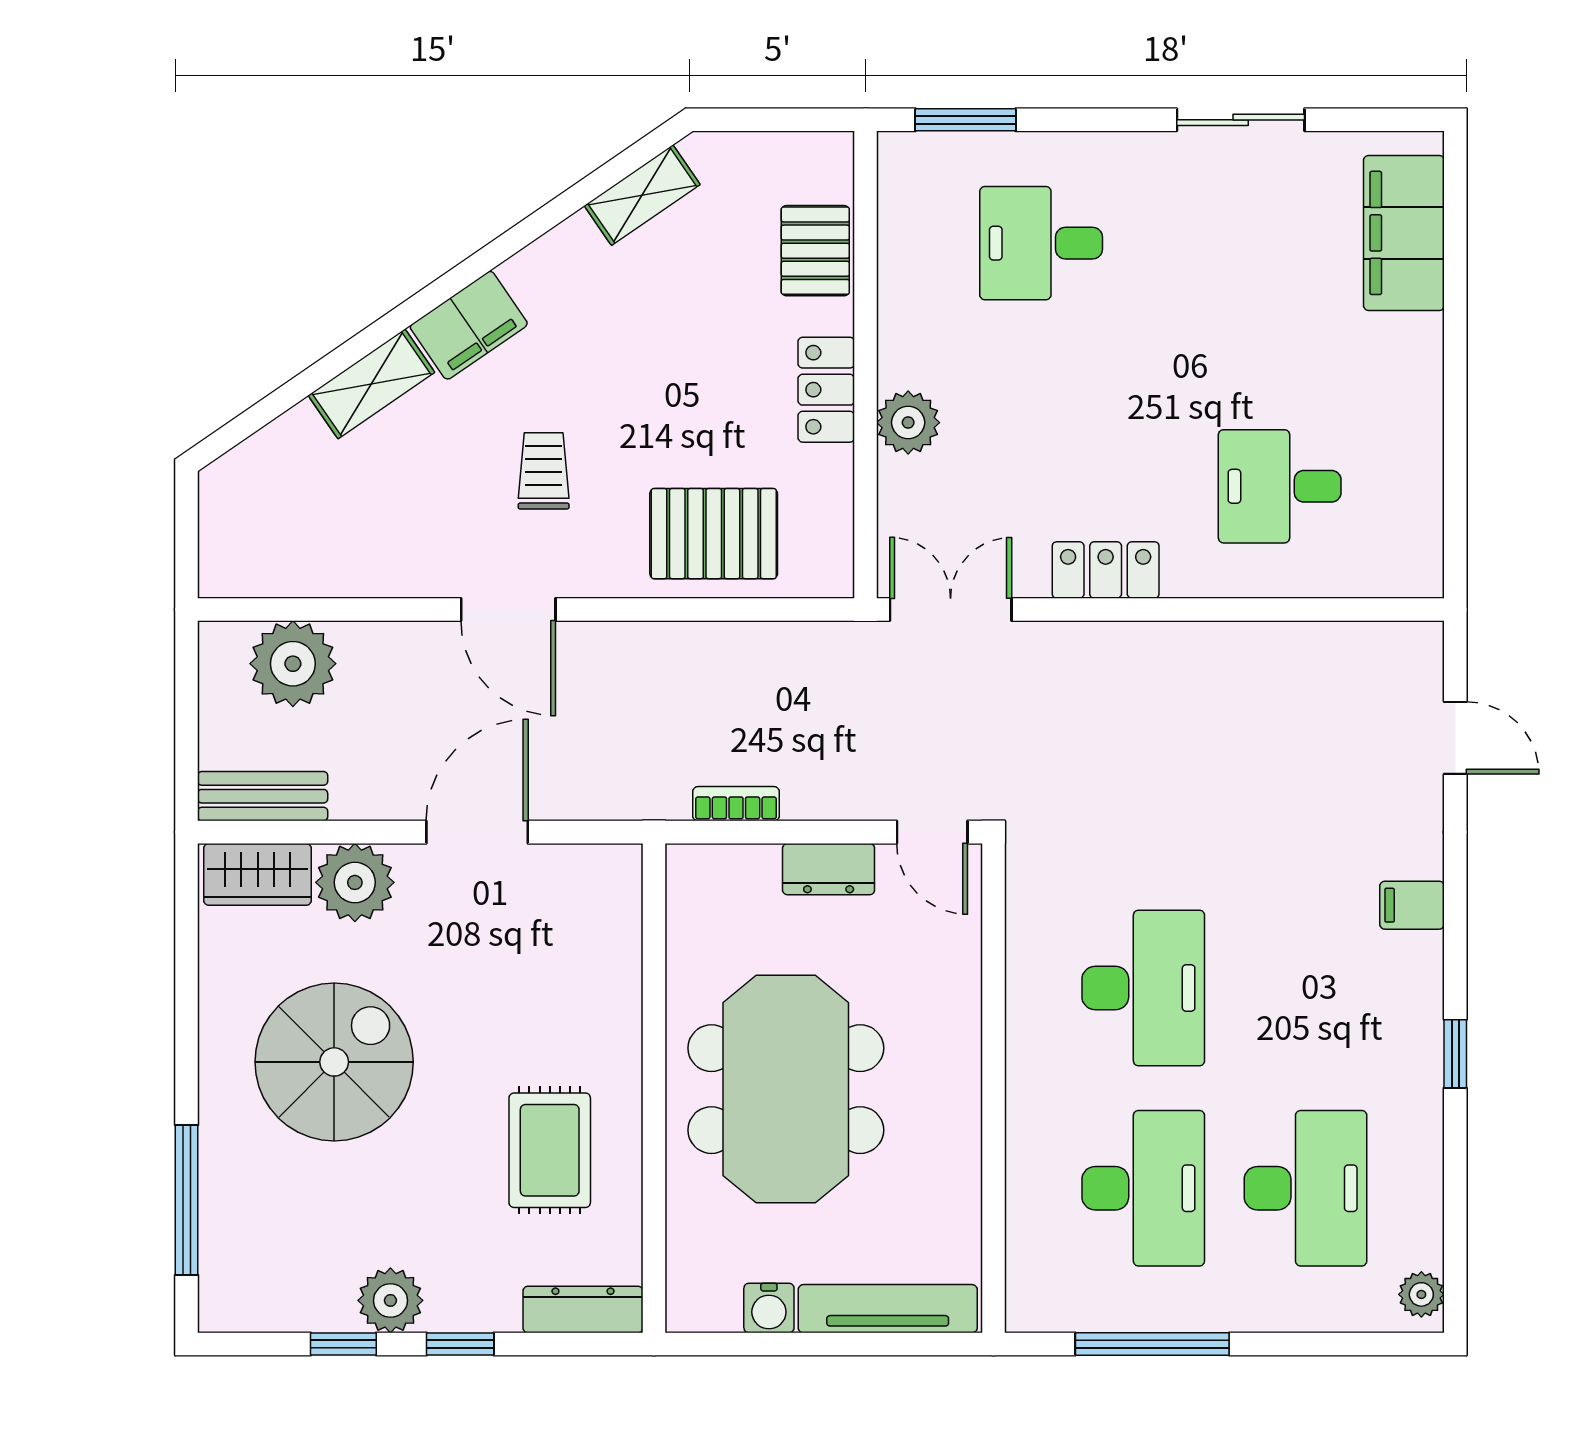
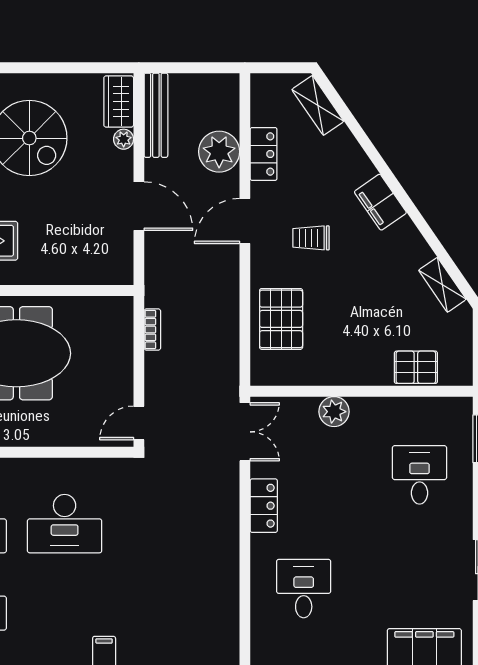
shelving: (371, 384) -> (318, 105), moved
locker: (826, 390) -> (264, 154), moved, turned 90
trolley: (544, 471) -> (311, 238), turned 180
plant: (293, 664) -> (219, 152), moved
bench: (263, 796) -> (156, 115), width x1.36
dresser: (829, 869) -> (121, 374), removed
plant: (355, 882) -> (124, 139), width x0.53, depth x0.53

